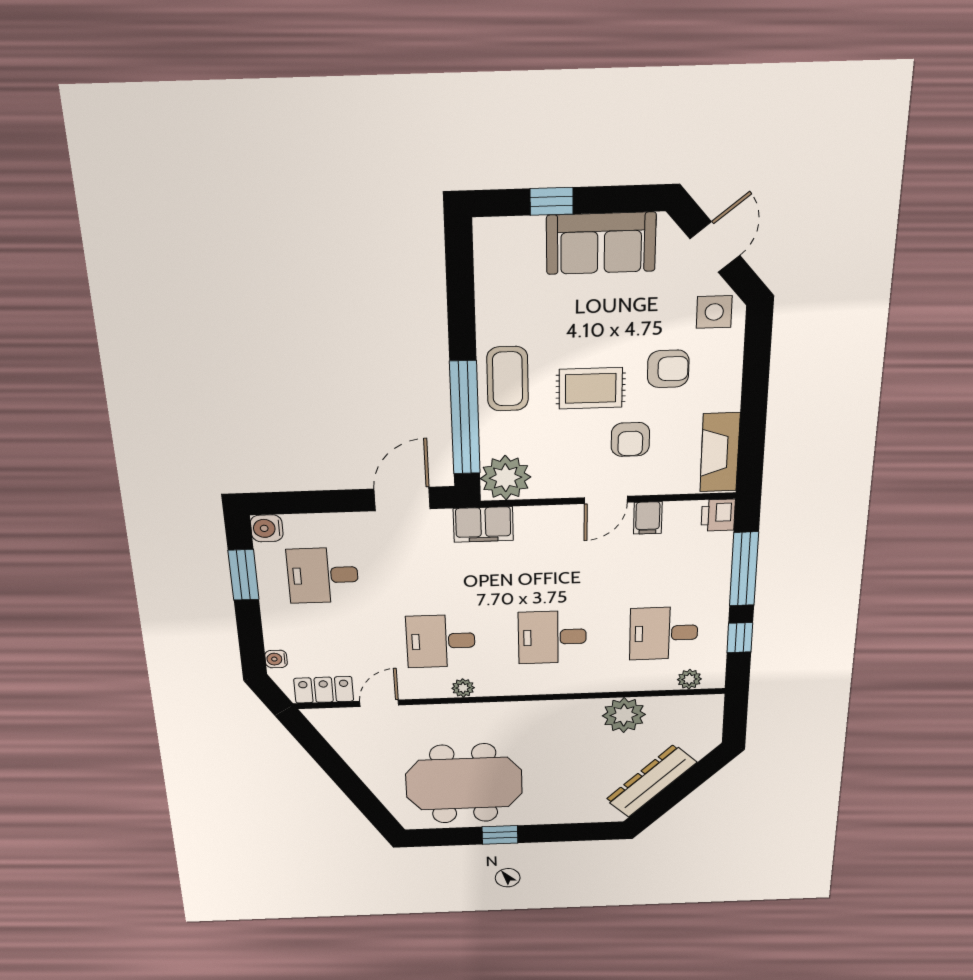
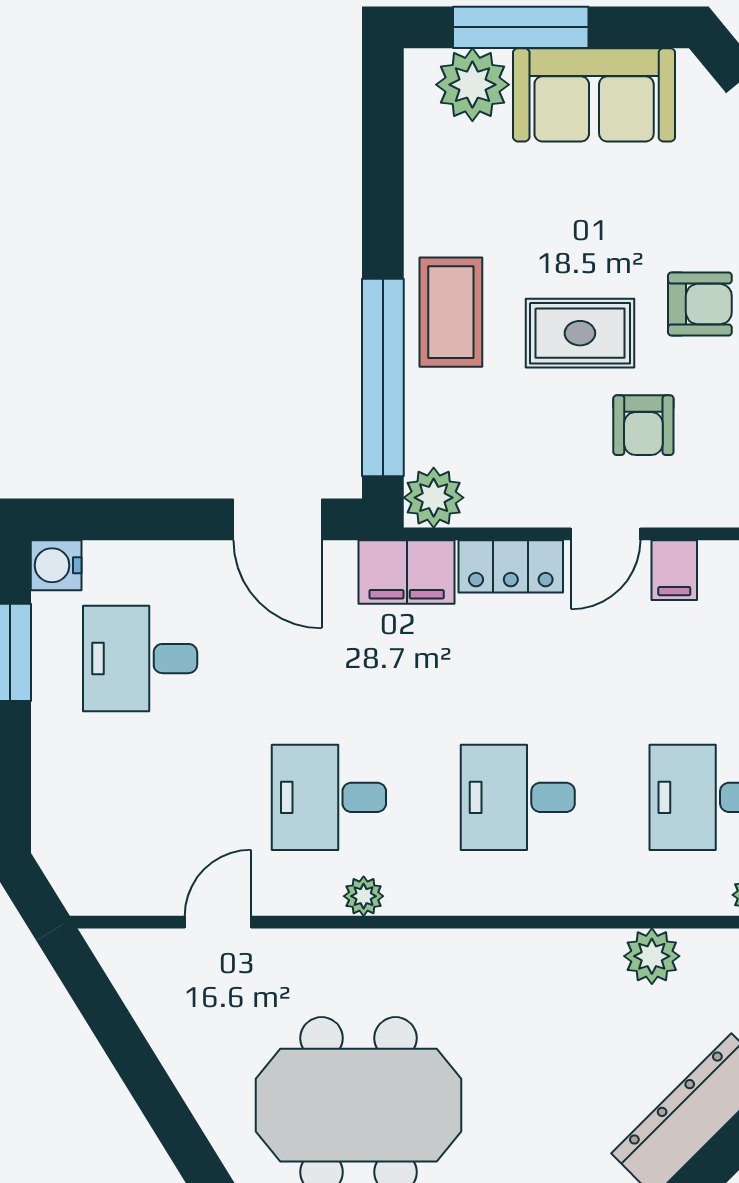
window: (552, 201) -> (521, 27), width x2.17
plant: (519, 239) -> (472, 85), added
plant: (506, 478) -> (434, 498), width x0.73, depth x0.73
door: (402, 499) -> (277, 519), swing flipped
water cooler: (276, 659) -> (49, 822), removed
locker: (324, 690) -> (511, 566), moved, turned 180
plant: (624, 715) -> (652, 956), width x0.73, depth x0.73

